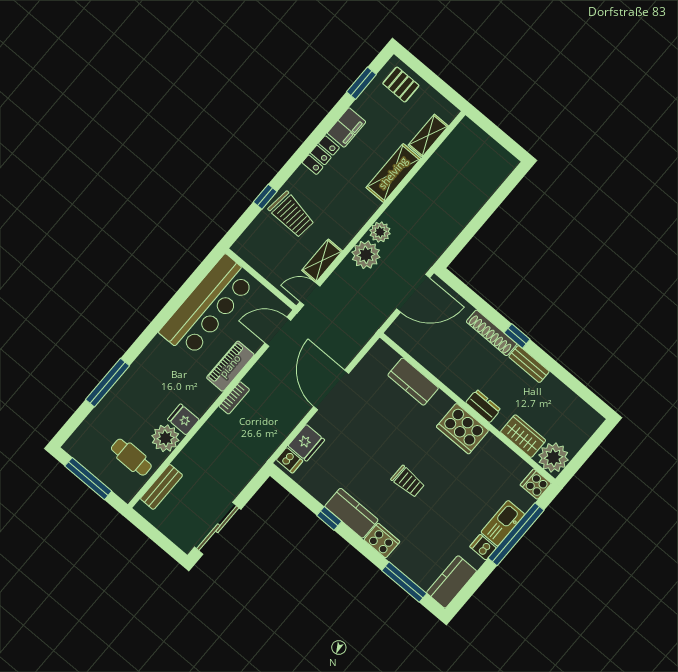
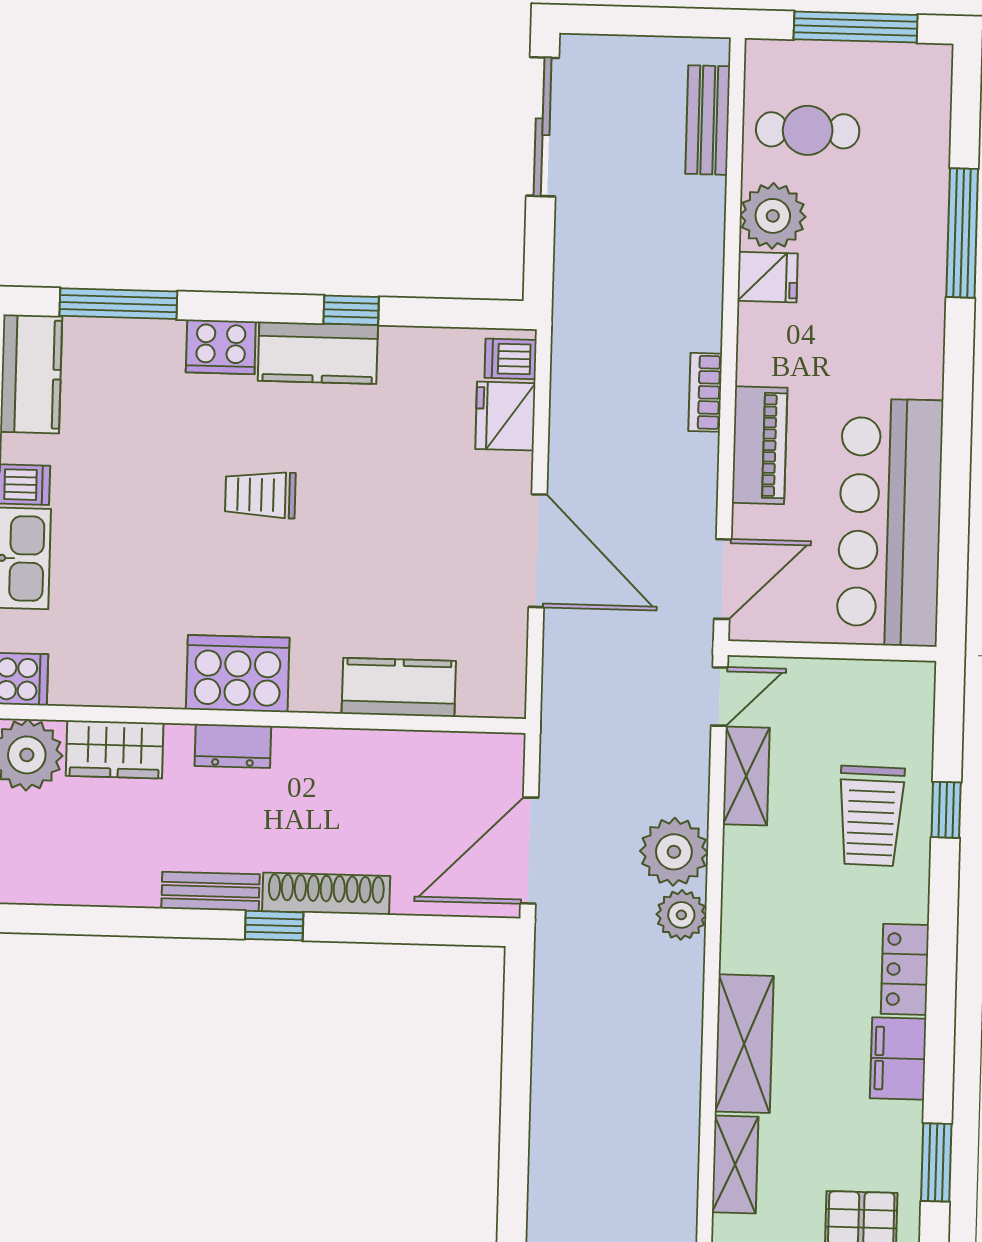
trolley: (291, 215) -> (871, 816), turned -95

